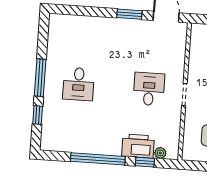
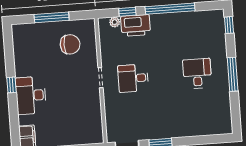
desk: (149, 89) -> (133, 78), turned 90
window: (38, 115) -> (229, 25), moved

